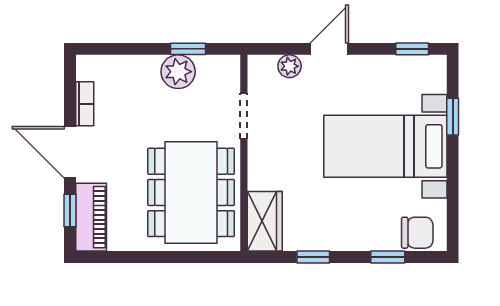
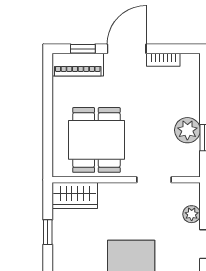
dining table: (191, 192) -> (96, 140), width x0.73

